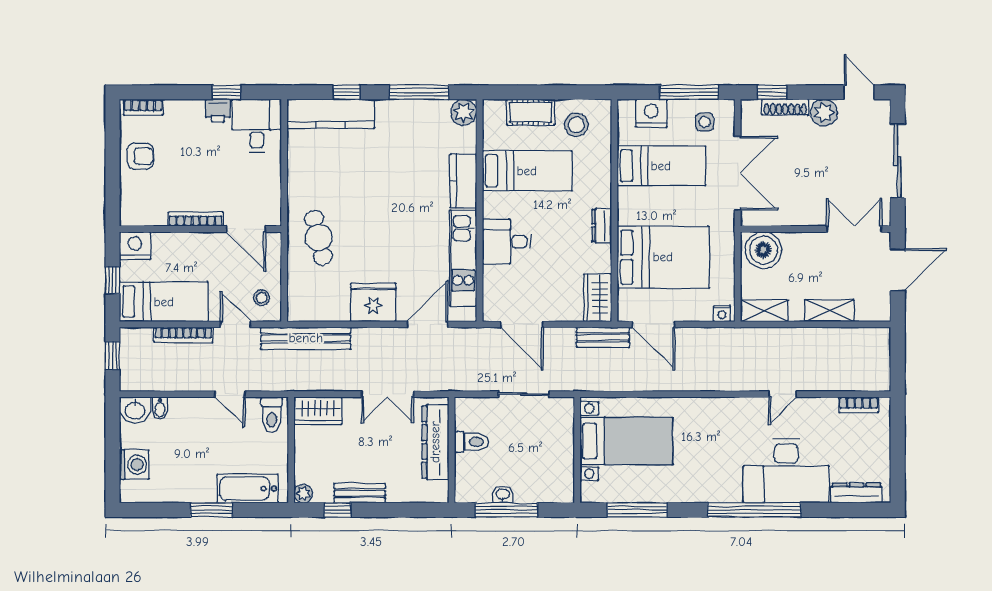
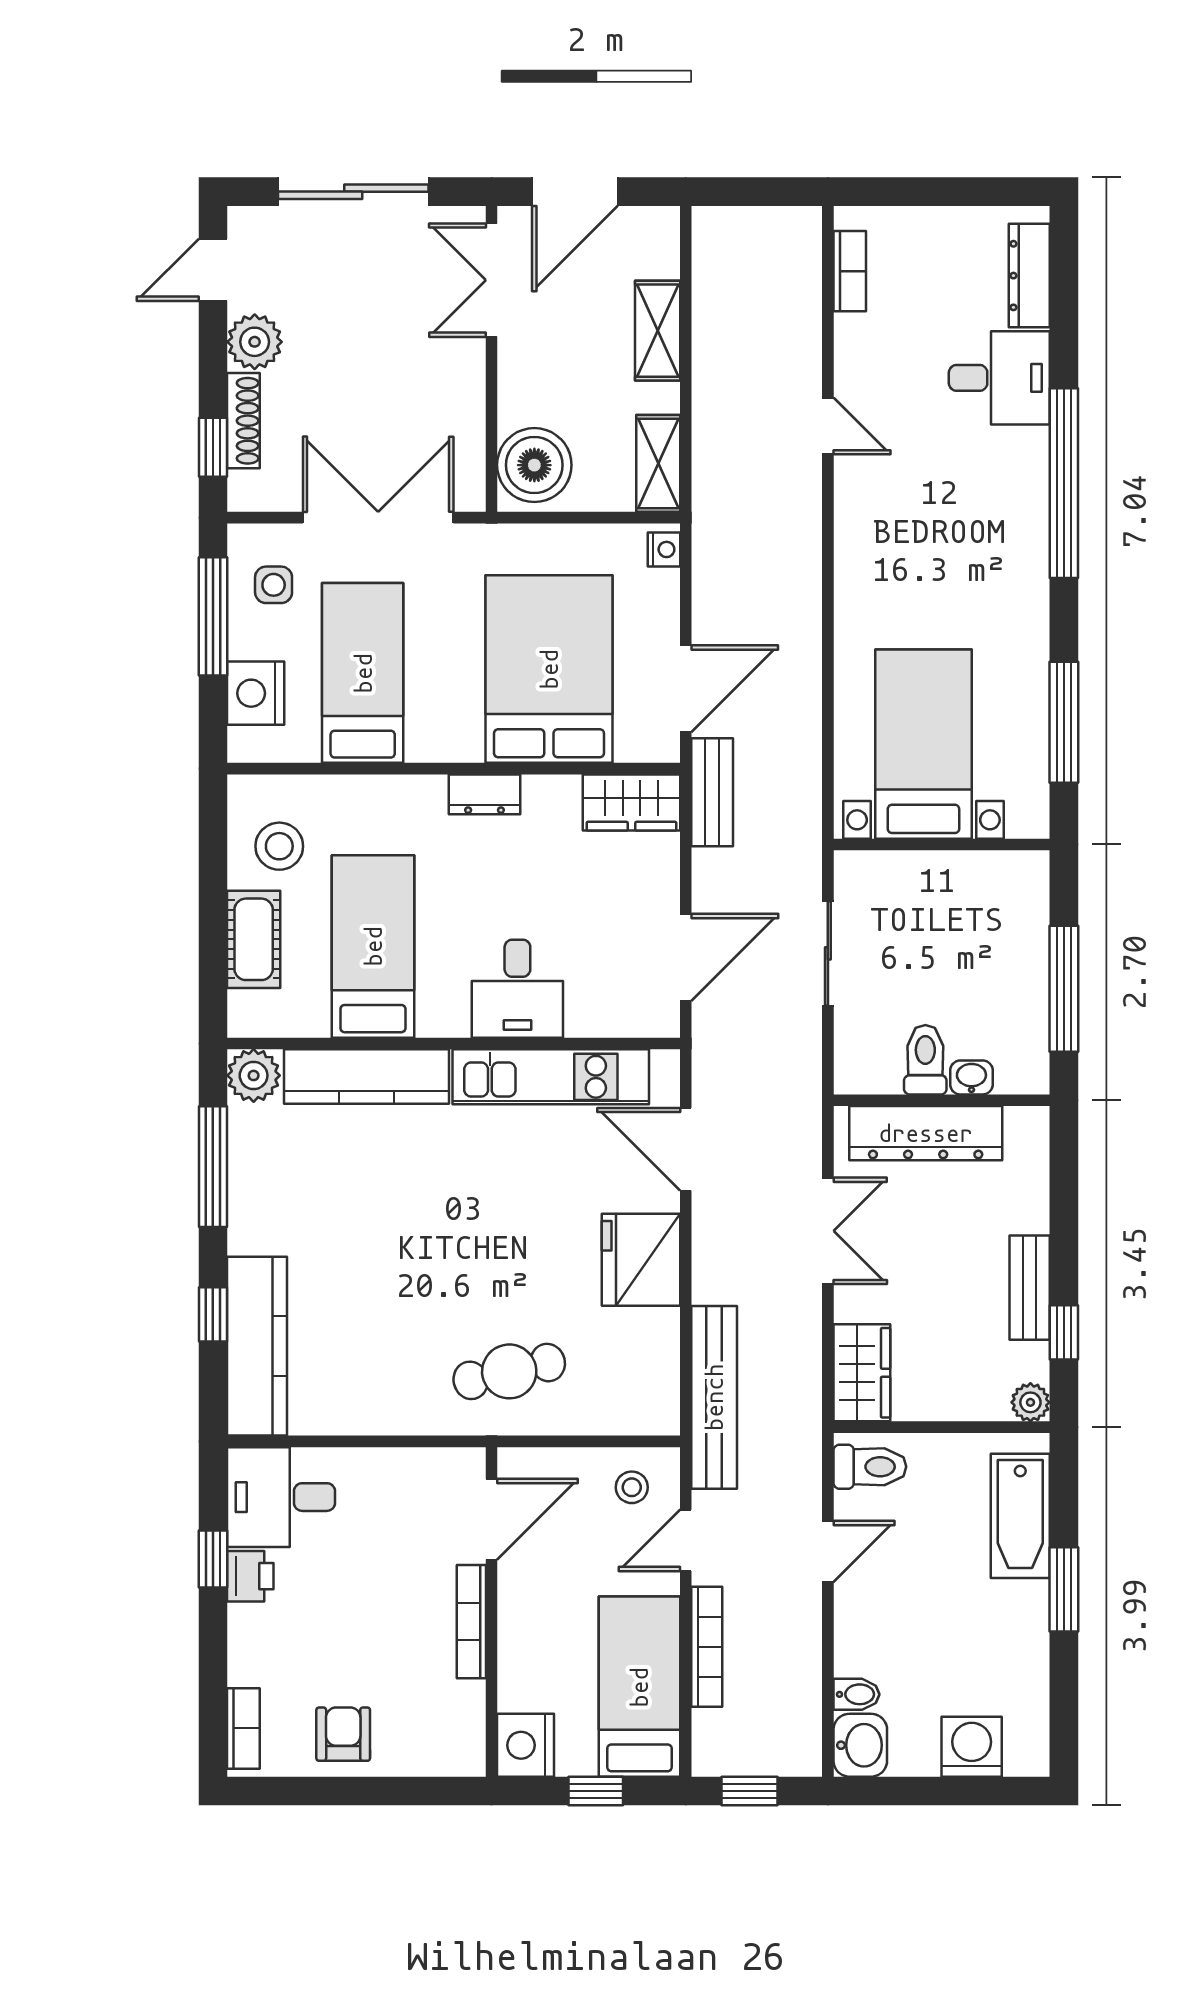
kitchen counter: (463, 181) -> (366, 1077), width x1.50
door: (898, 270) -> (575, 192), swing flipped
desk: (786, 471) -> (999, 378), width x0.53, depth x0.77
washbasin: (503, 495) -> (971, 1077), moved, turned 90

